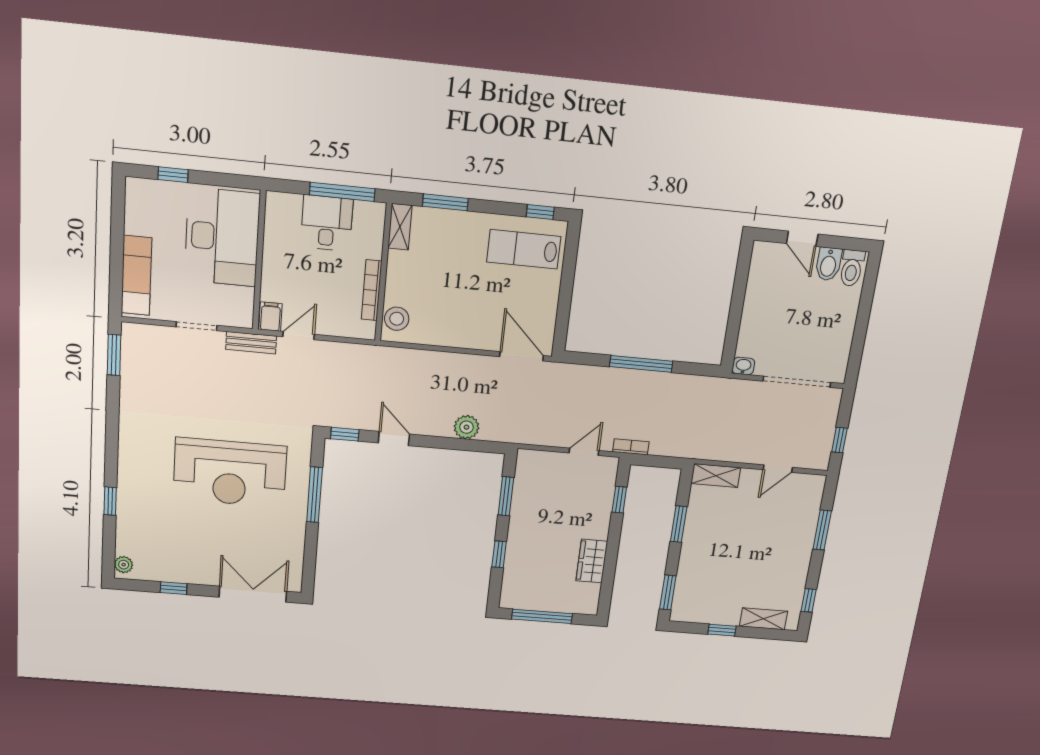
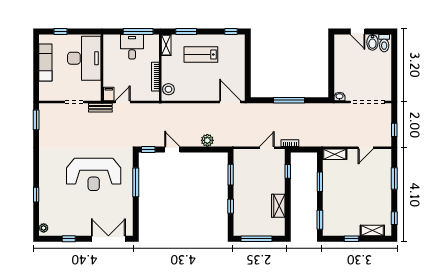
lab bench: (524, 249) -> (201, 55), moved
exam couch: (136, 275) -> (45, 63), moved

